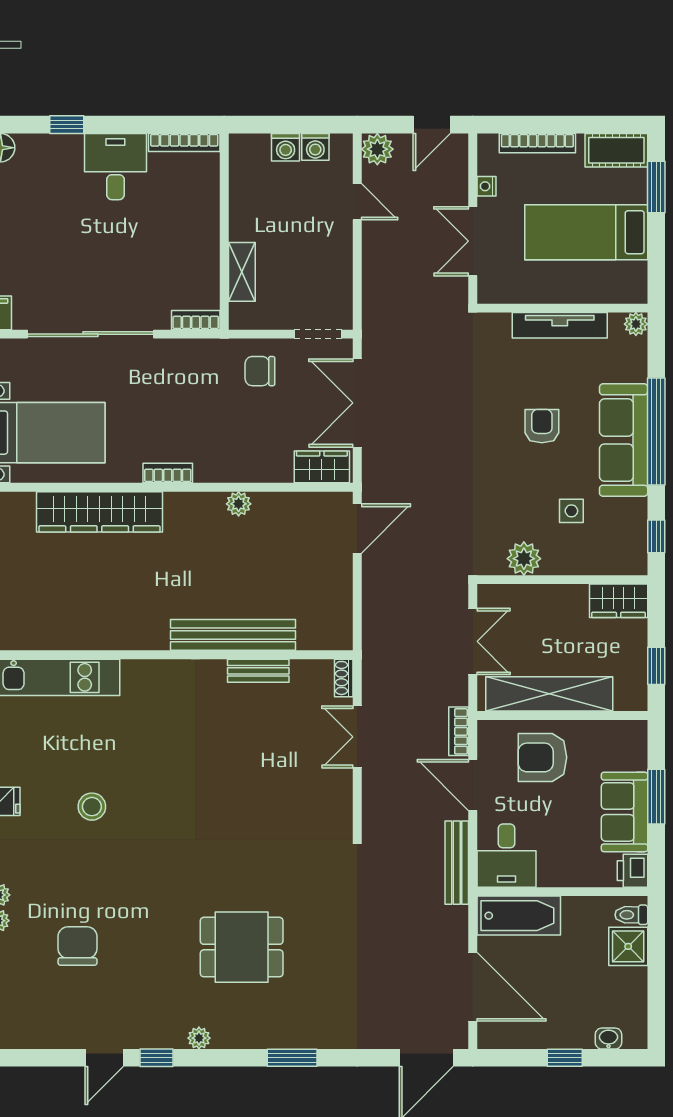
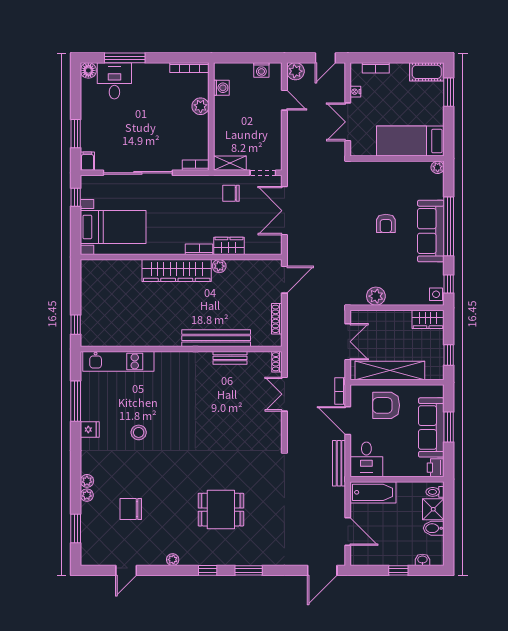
window: (67, 125) -> (125, 58), width x2.17
bookcase: (537, 143) -> (376, 68), width x0.64
washing machine: (286, 147) -> (221, 88), moved, turned -90
desk: (115, 167) -> (114, 81), moved
plant: (205, 213) -> (201, 106), added
bed: (586, 232) -> (410, 141), moved
shelving: (242, 272) -> (230, 163), moved, turned 90
tv unit: (560, 325) -> (396, 168), removed
armchair: (542, 426) -> (386, 223), turned 180
wardrobe: (322, 467) -> (229, 246), moved
bookcase: (168, 473) -> (199, 249), moved
side table: (571, 511) -> (436, 294), moved
wardrobe: (99, 512) -> (177, 271), moved
shoe rack: (343, 600) -> (277, 319), added
sofa: (624, 812) -> (431, 427), width x1.36
chair: (78, 946) -> (131, 509), turned -90
bidet: (629, 981) -> (434, 528), added
door: (473, 987) -> (348, 531), width x0.73
plant: (199, 1038) -> (173, 560), moved
door: (104, 1058) -> (126, 570), moved
window: (156, 1058) -> (208, 570), moved

